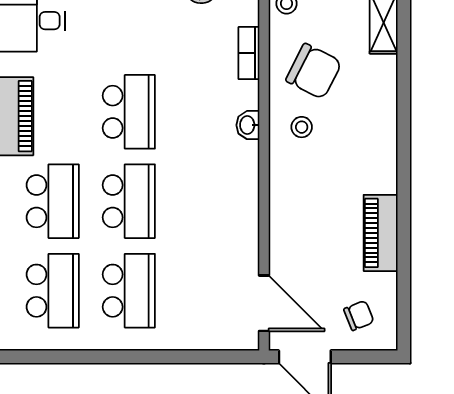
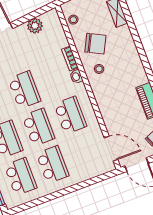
bookcase: (249, 53) -> (70, 59), moved
school desk: (205, 201) -> (70, 115), added

